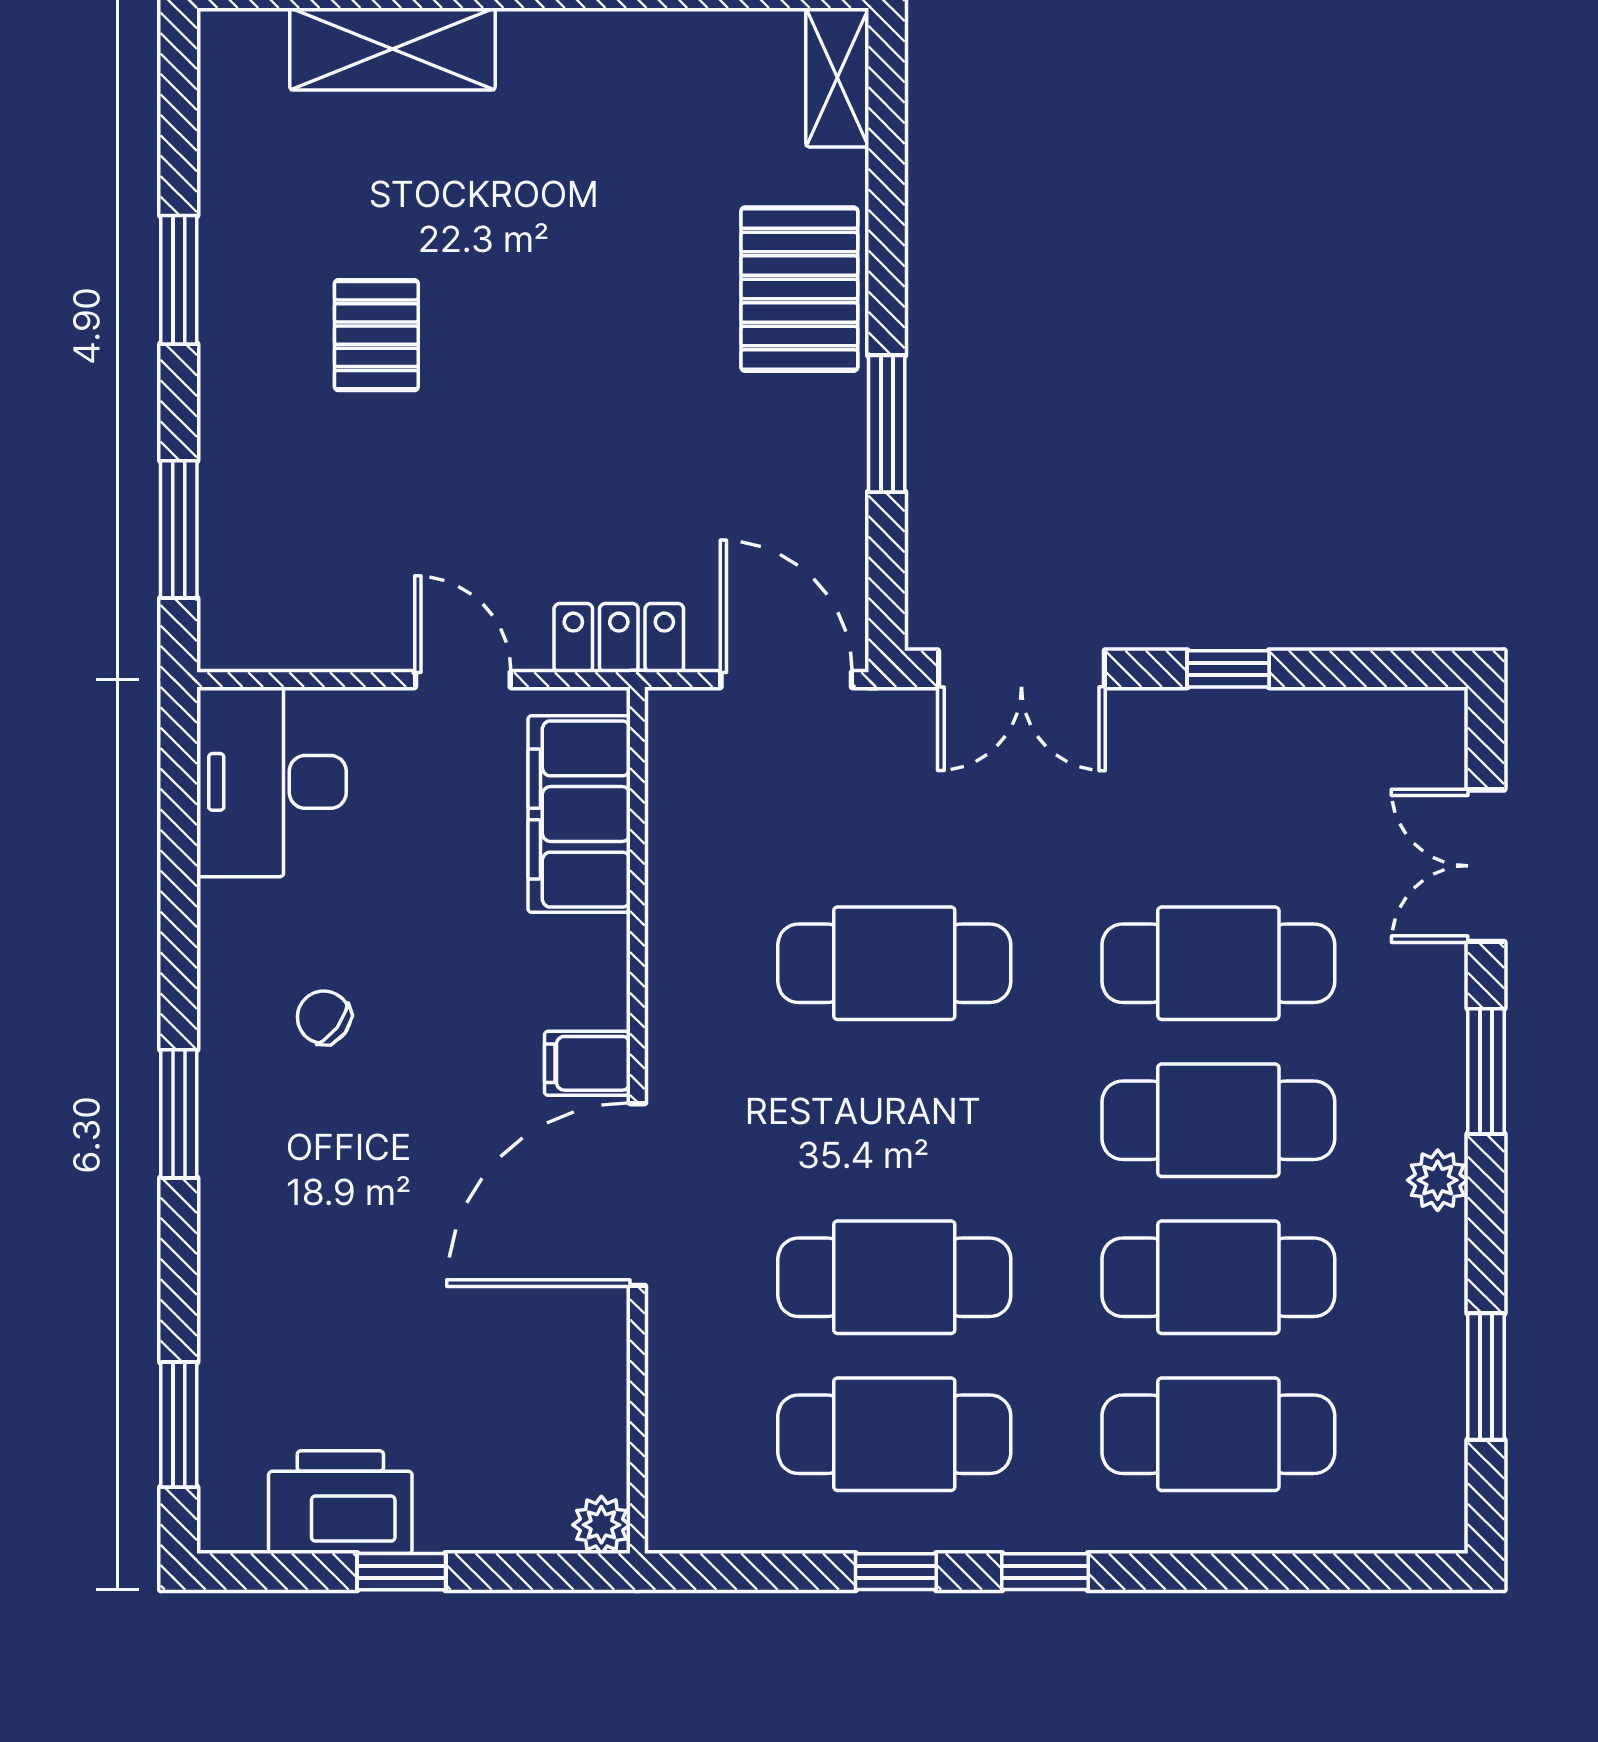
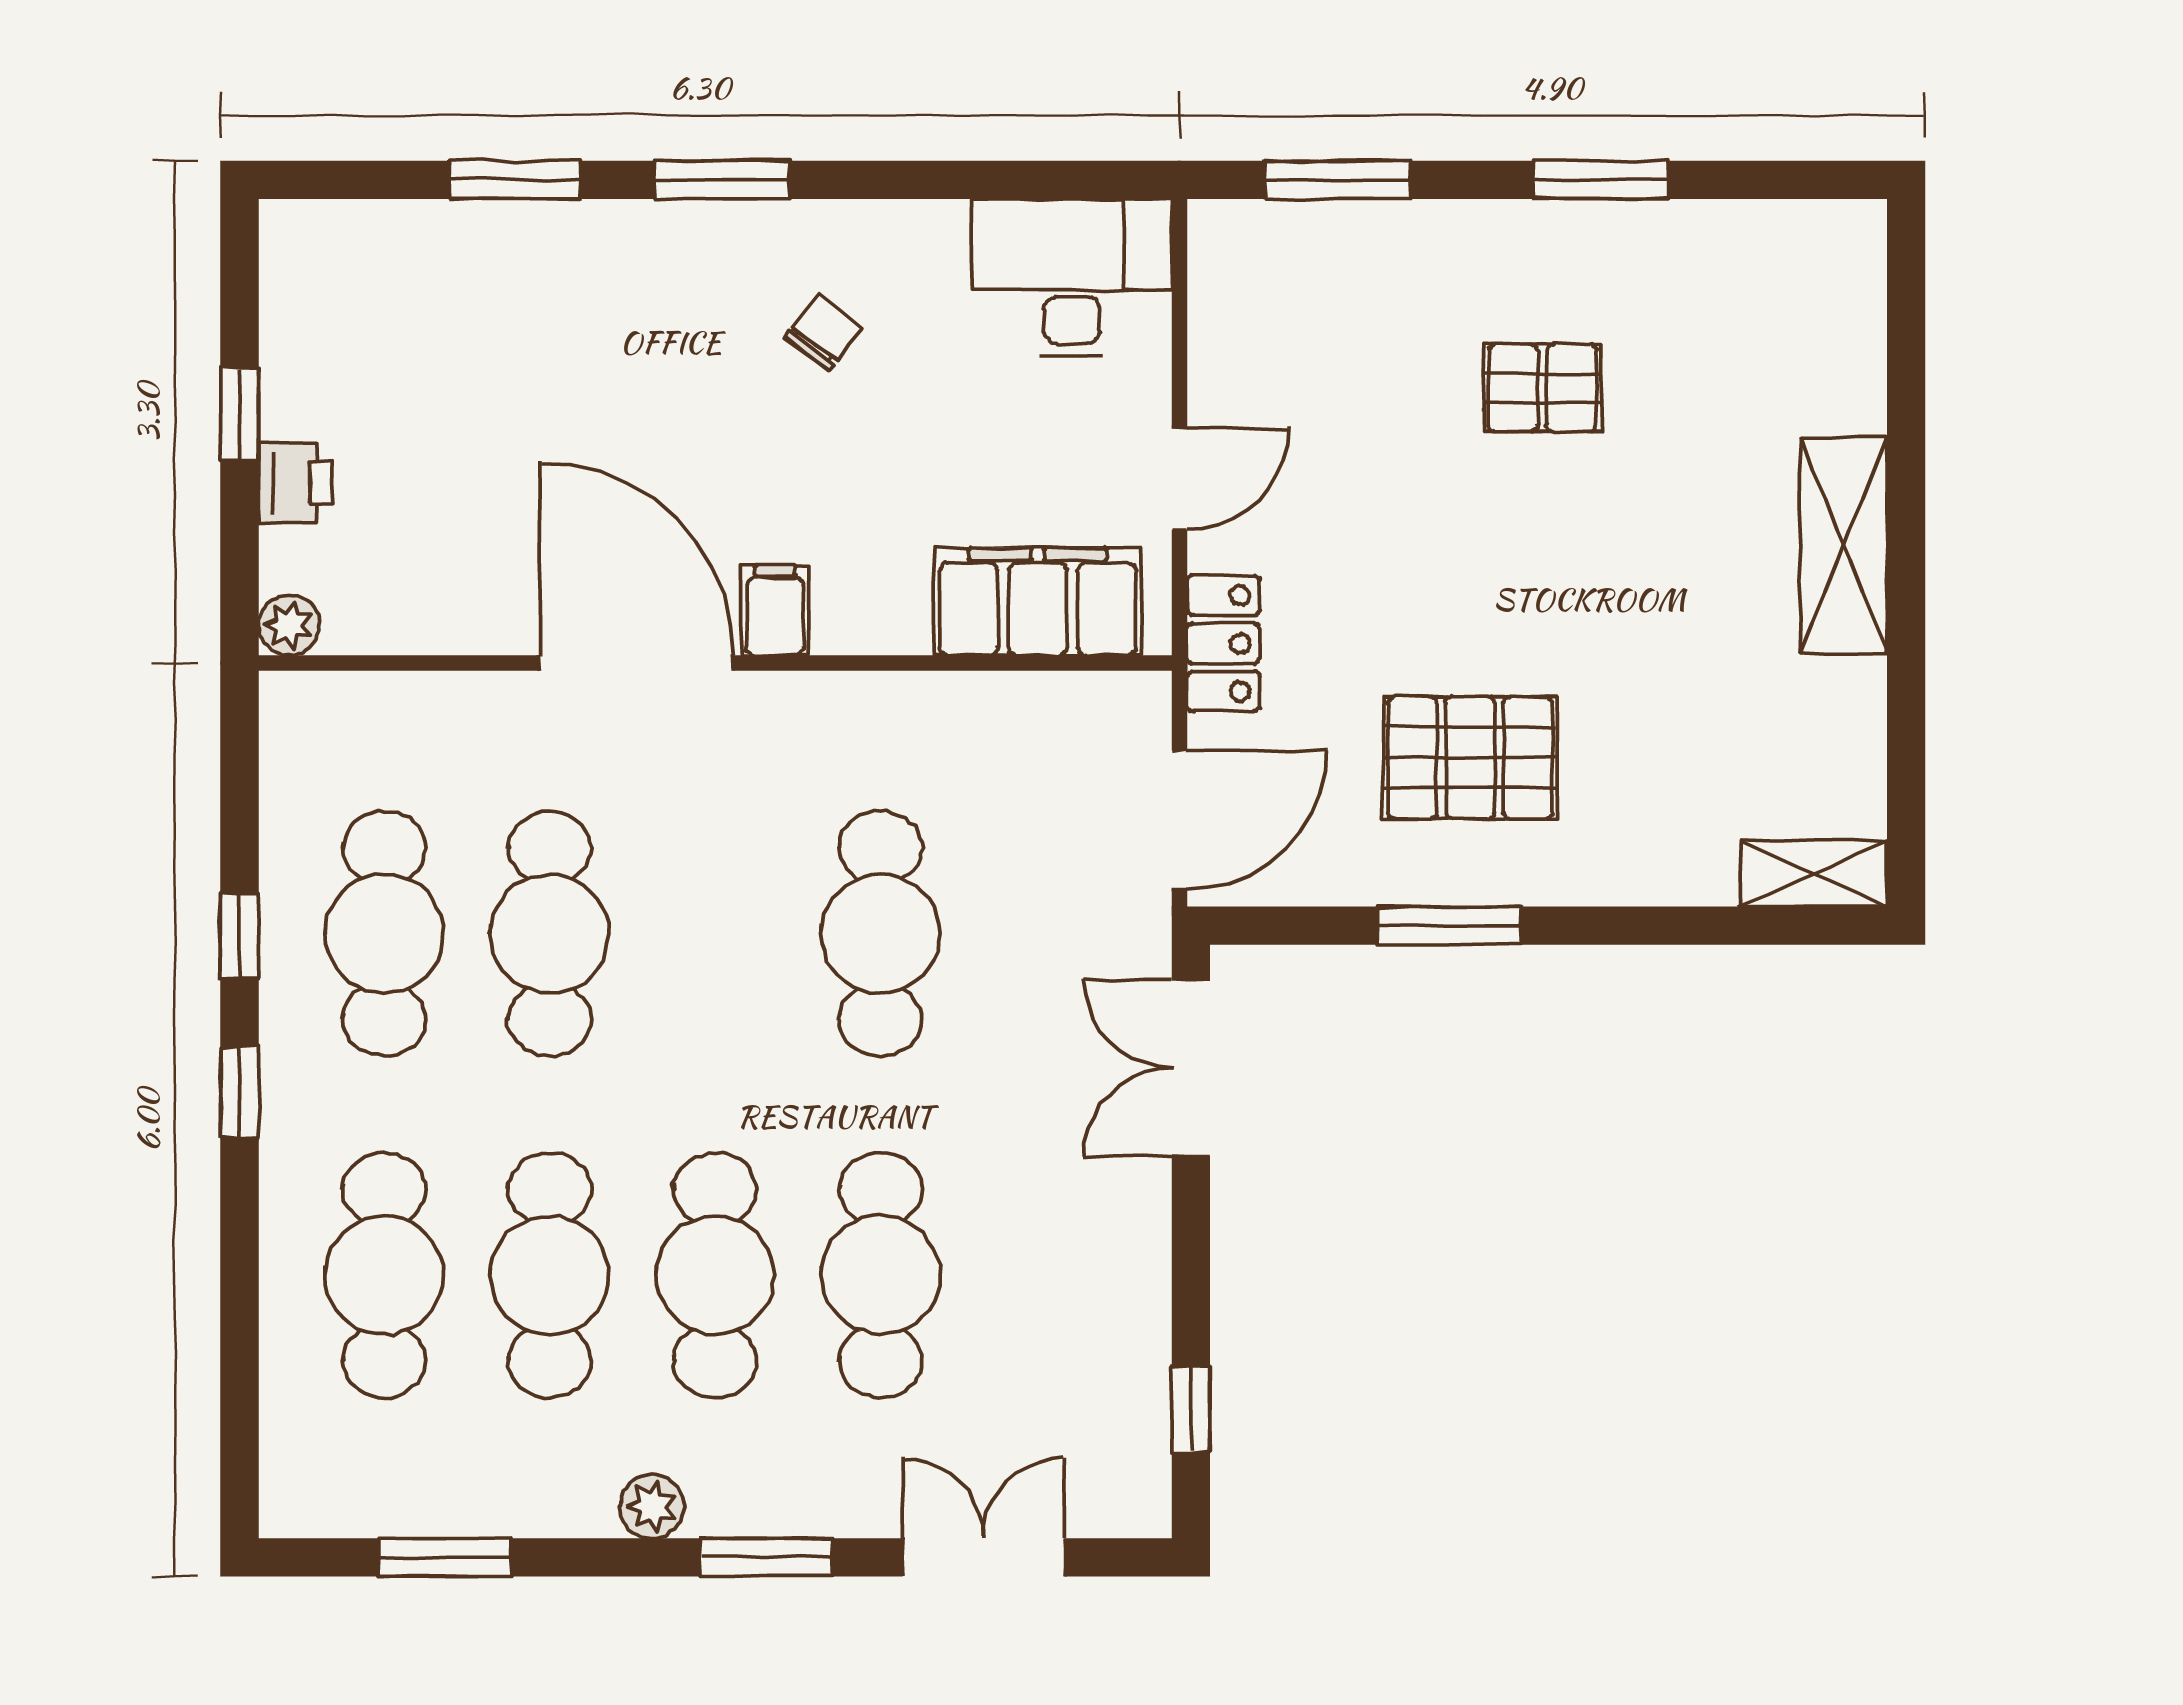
shelving: (392, 49) -> (1844, 546), moved
pallet: (799, 289) -> (1470, 758), moved
window: (1228, 669) -> (1191, 1409), moved
window: (179, 1425) -> (515, 180), moved
printer: (340, 1502) -> (295, 483), moved, width x0.53, depth x0.68

